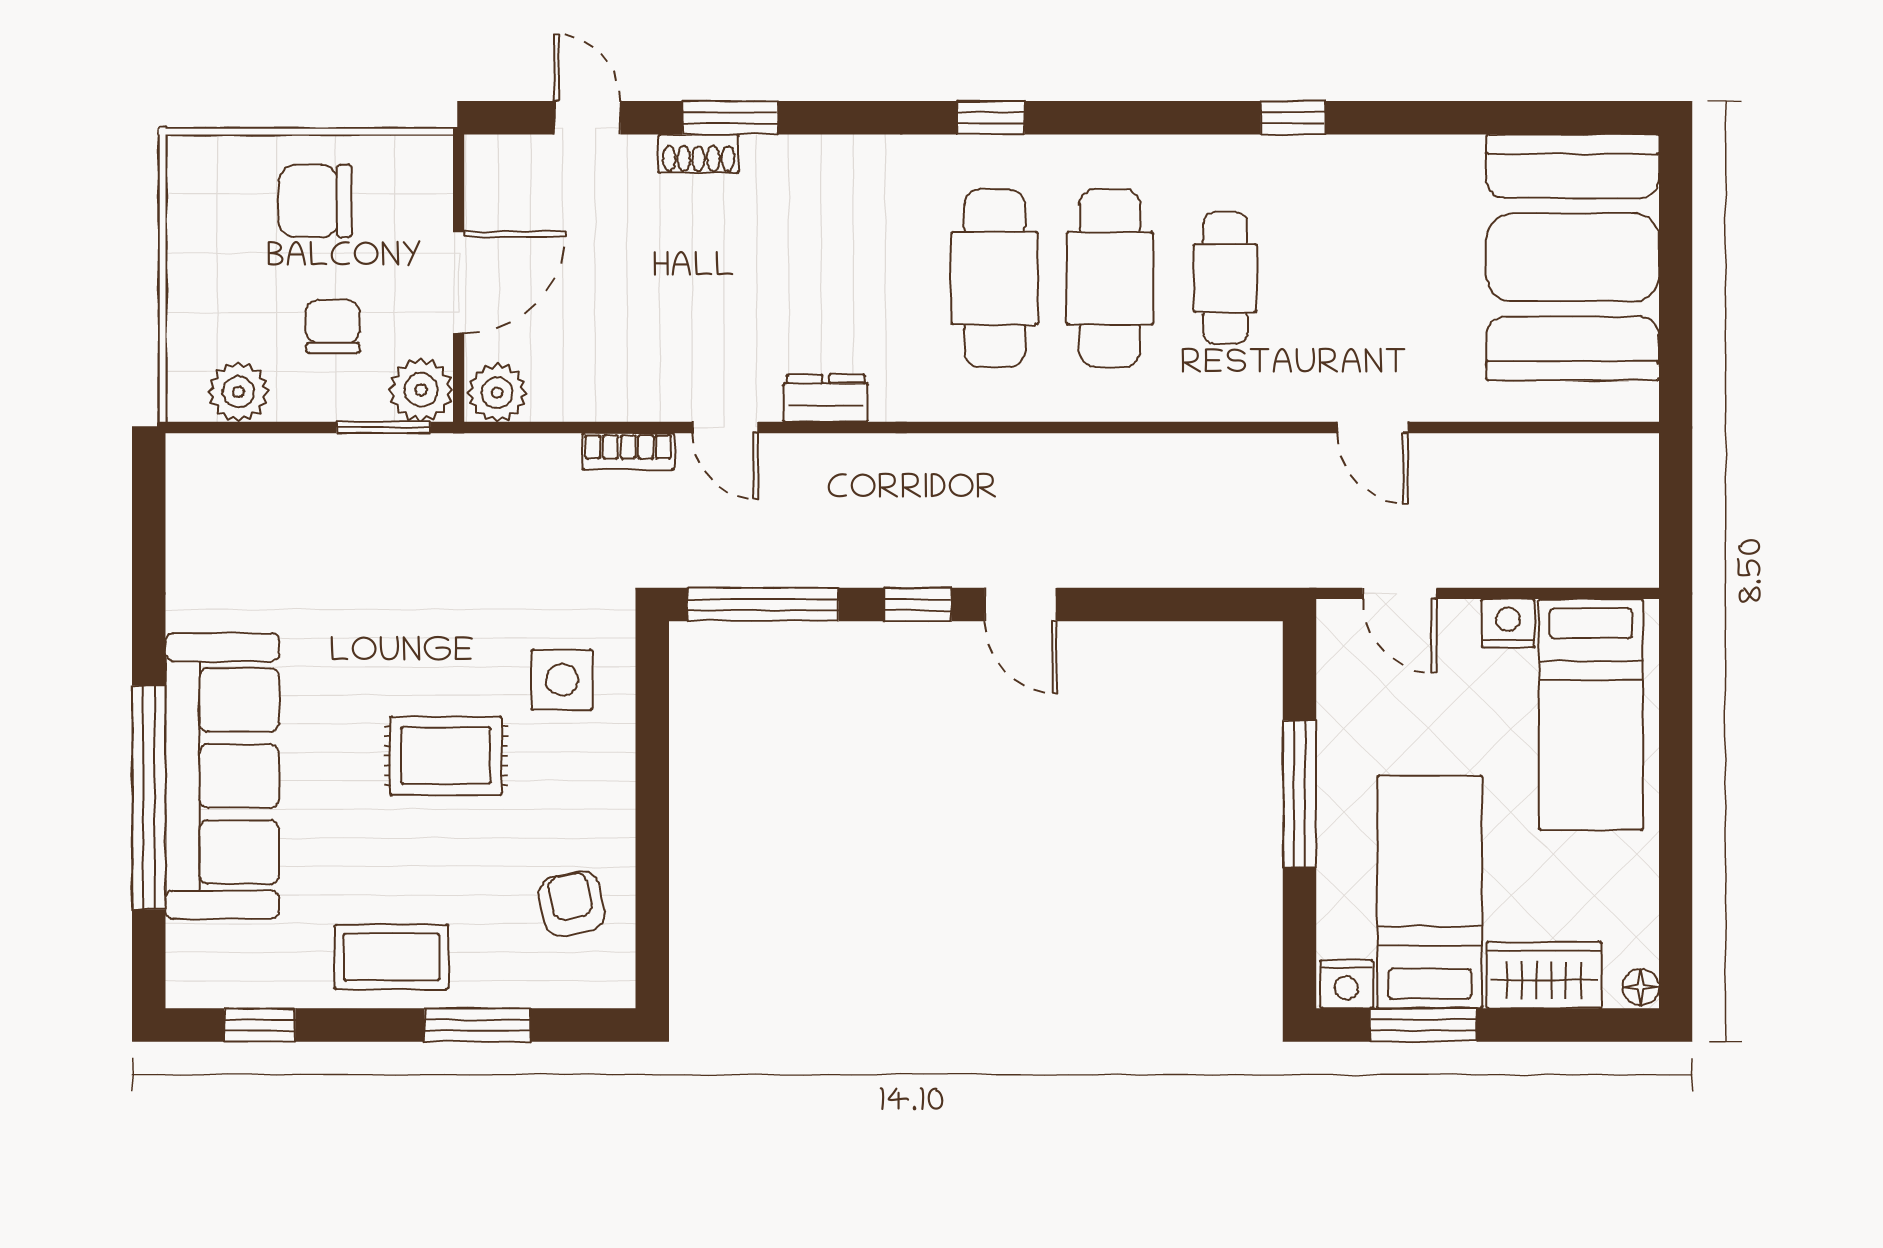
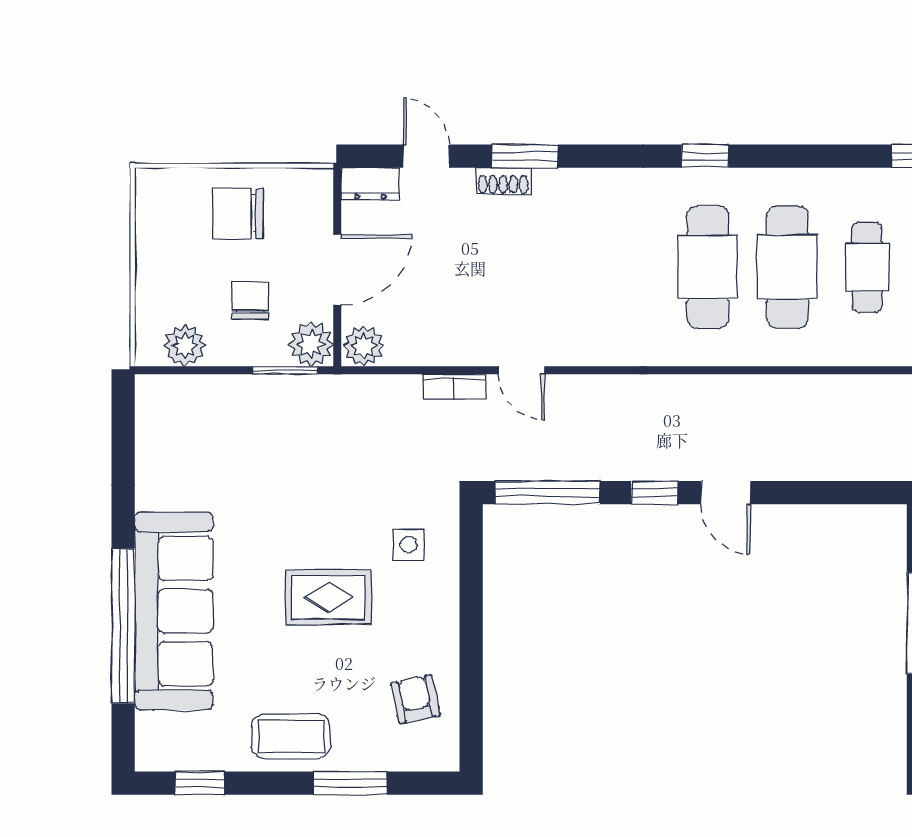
dresser: (826, 398) -> (370, 184), moved, turned 180
side table: (562, 680) -> (409, 545), width x0.73, depth x0.73

